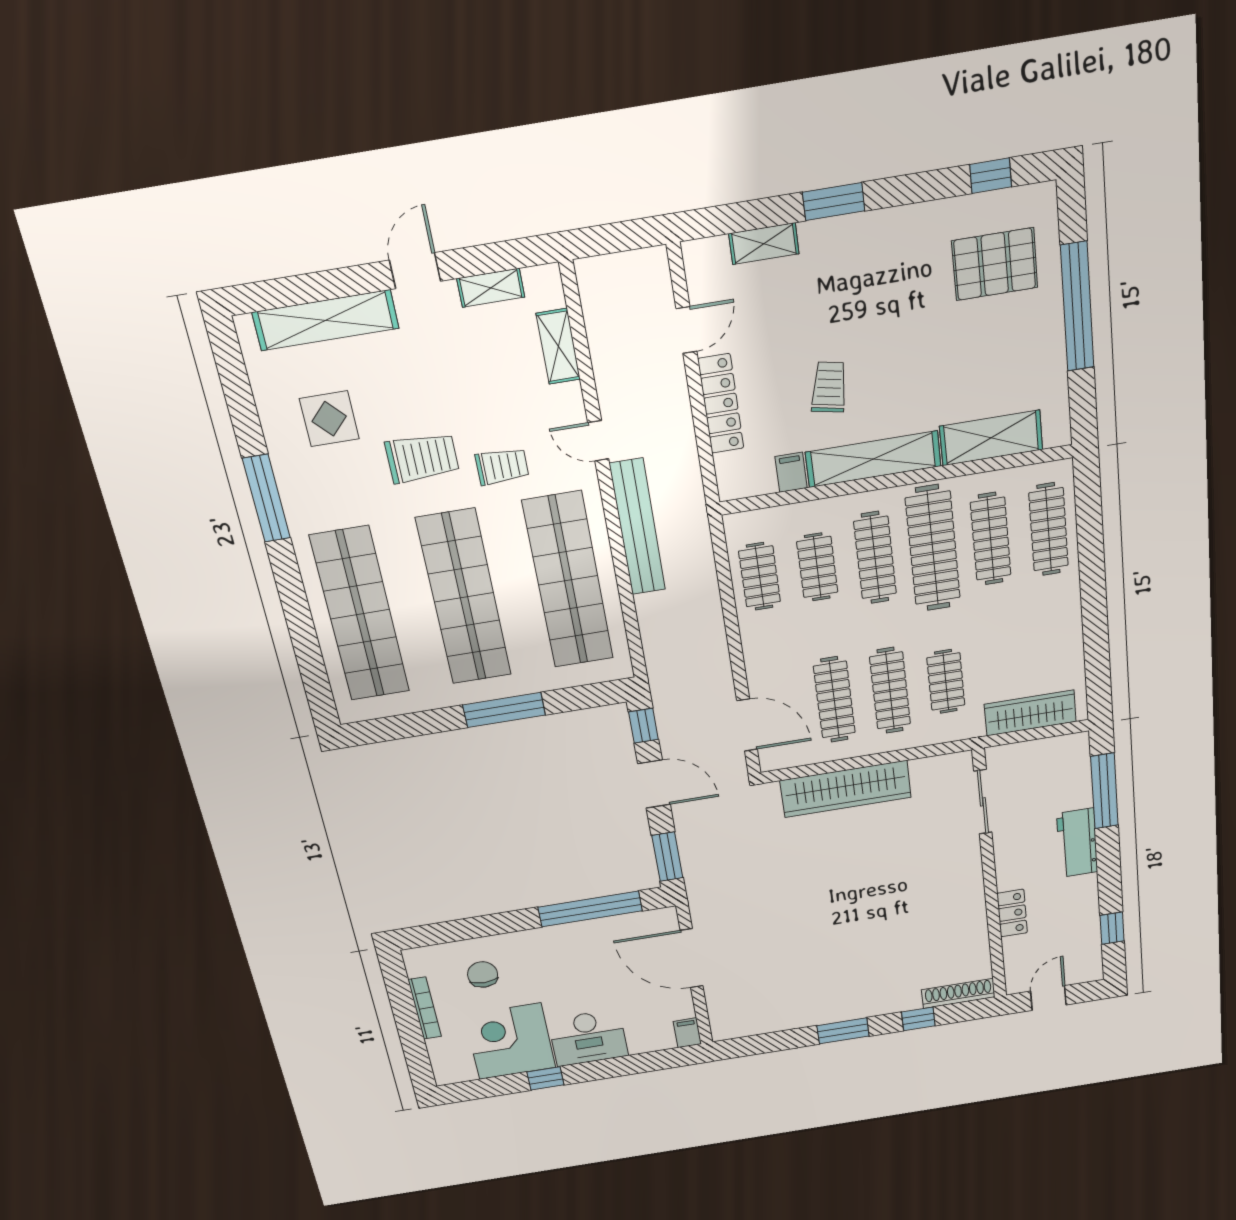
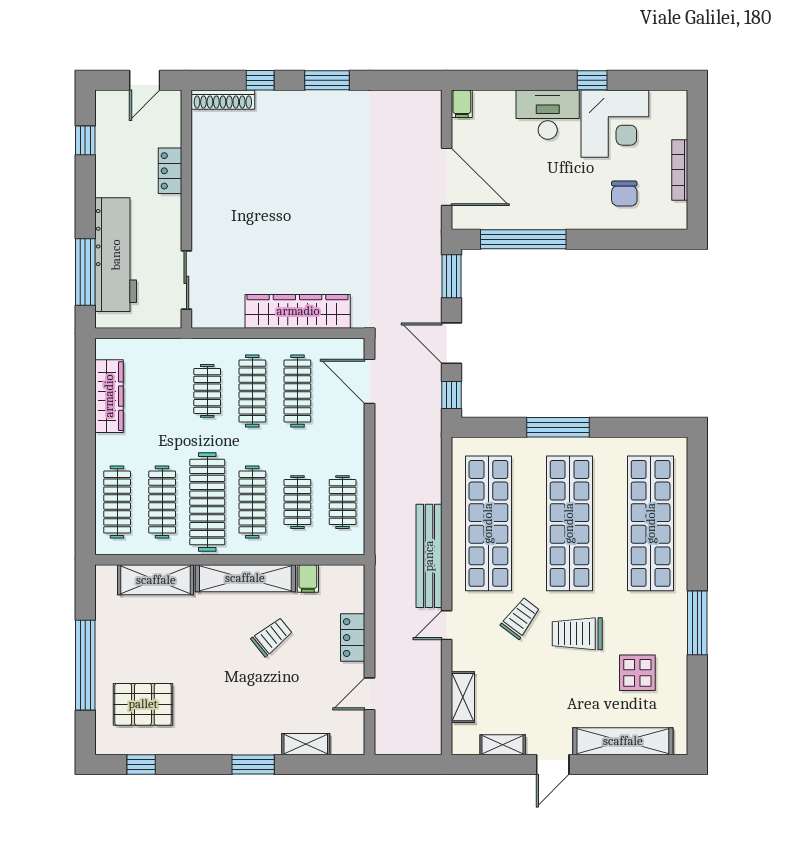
trolley: (829, 387) -> (272, 637), turned -140
locker: (721, 404) -> (353, 638), width x0.66
door: (598, 441) -> (447, 625), swing flipped
trolley: (502, 466) -> (520, 618), turned 127
wardrobe: (1030, 713) -> (109, 396), moved, turned -90
workbench: (1077, 843) -> (116, 255), width x1.88, depth x1.32

